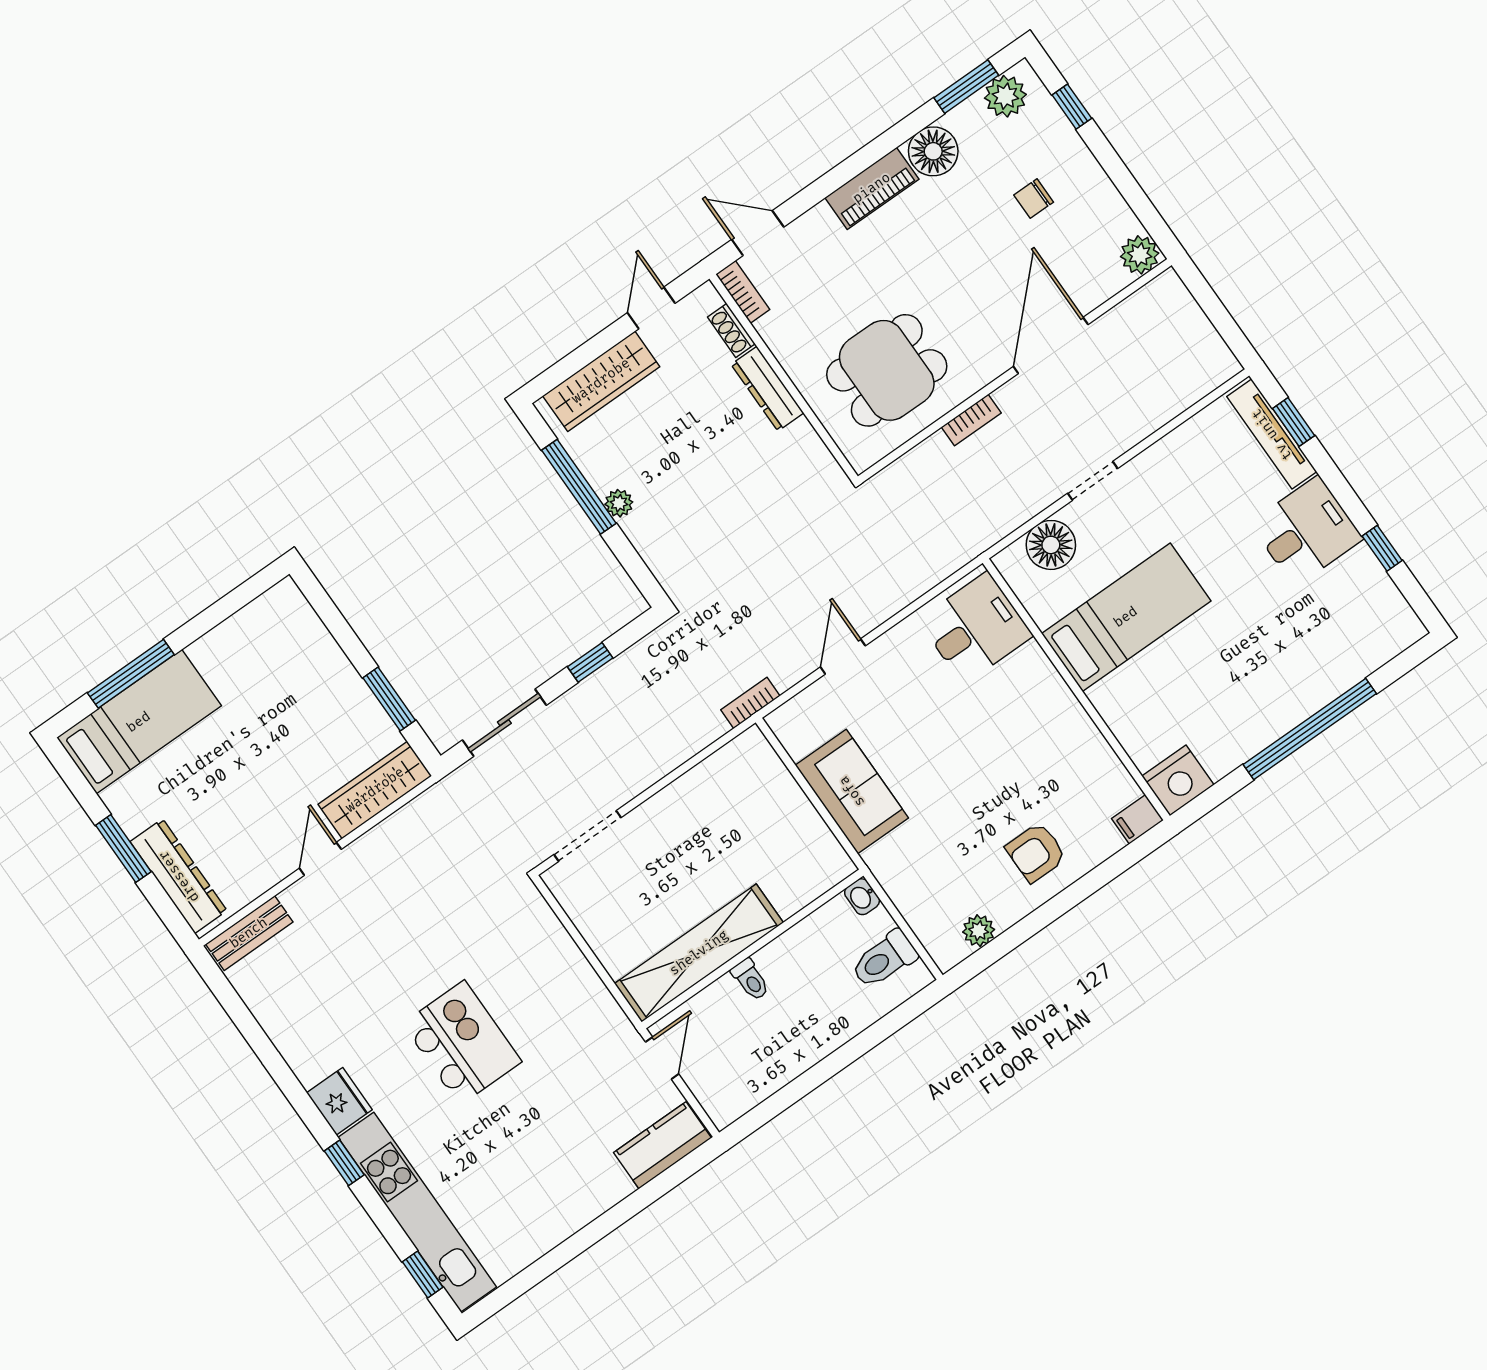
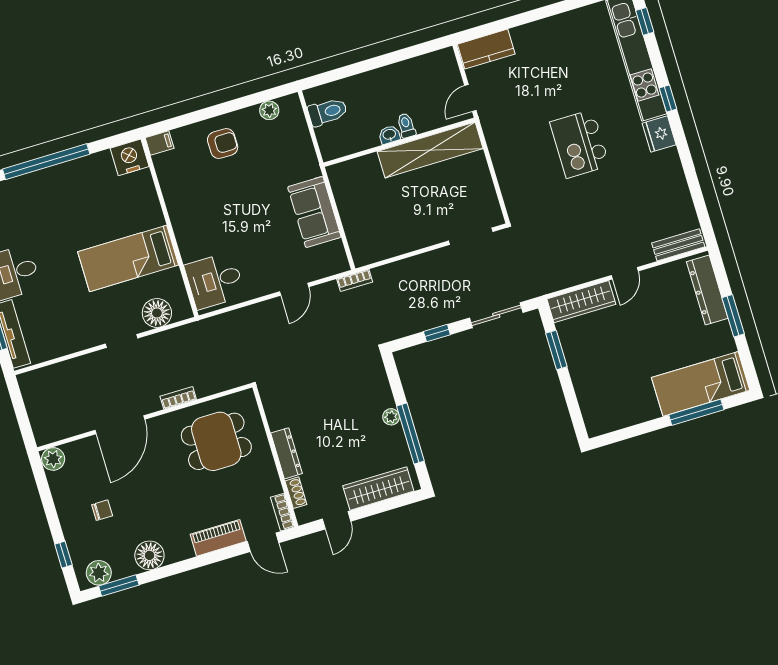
piano: (872, 188) -> (218, 538), moved
washbasin: (862, 897) -> (389, 135), moved, turned -90

